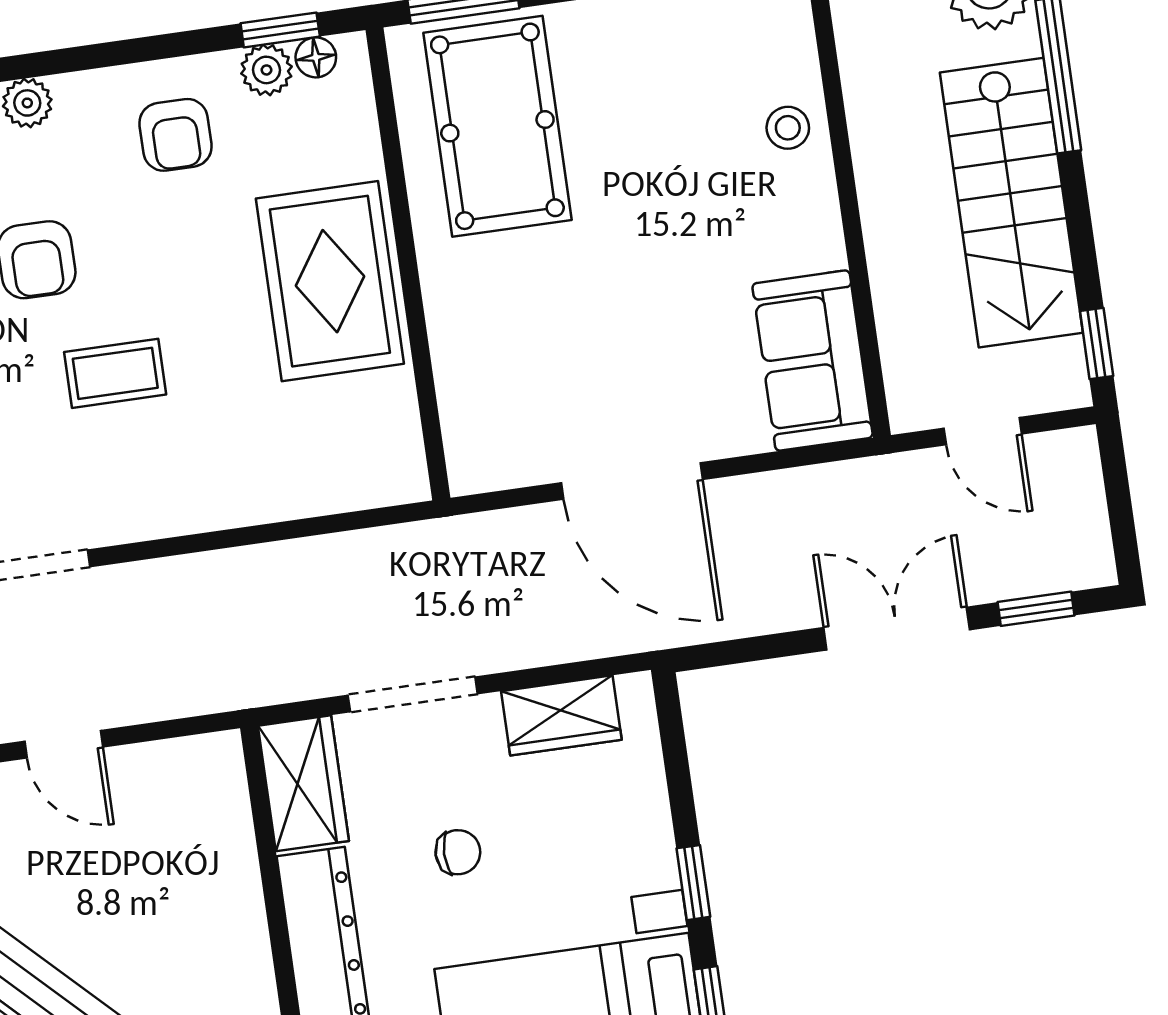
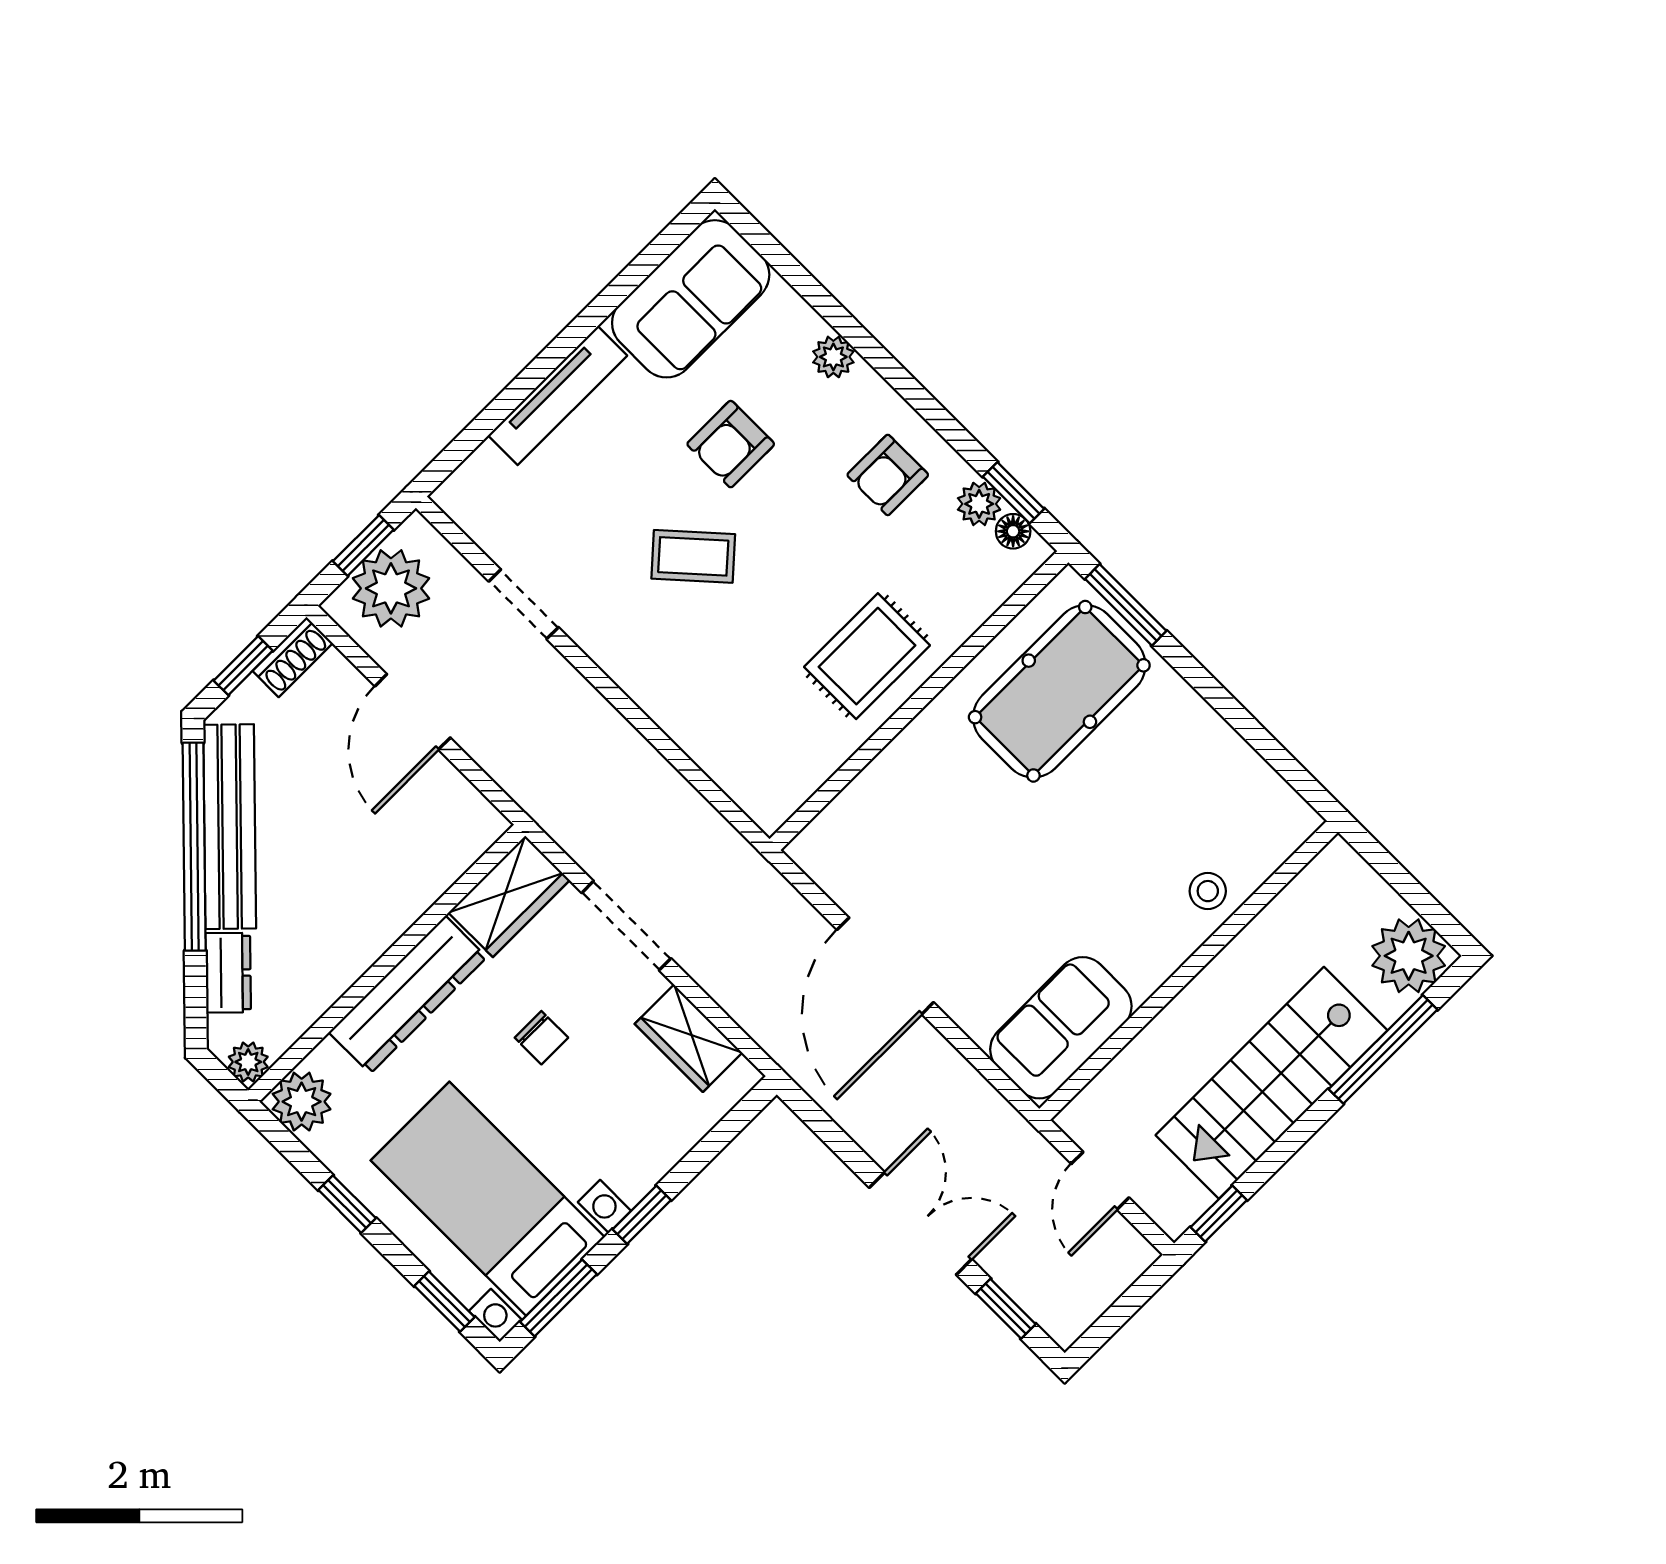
rug: (330, 281) -> (867, 656), width x0.73, depth x0.70
coffee table: (115, 373) -> (693, 556), turned -42
door: (64, 744) -> (413, 712), width x1.37

